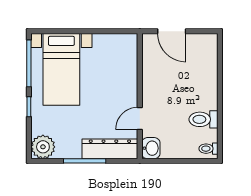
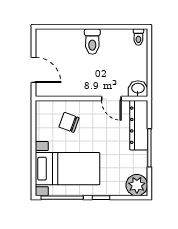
door: (172, 31) -> (33, 70), hinge flipped
chair: (113, 71) -> (69, 122), added
toilet: (203, 119) -> (92, 42), moved

